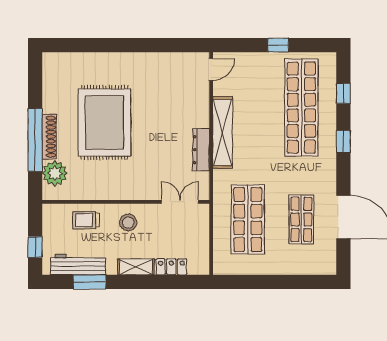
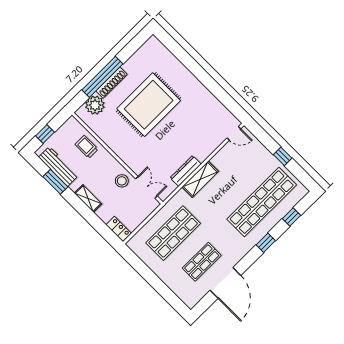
shelving: (223, 132) -> (200, 179), width x0.68
stool: (128, 222) -> (122, 181), moved
locker: (171, 267) -> (119, 229), moved

